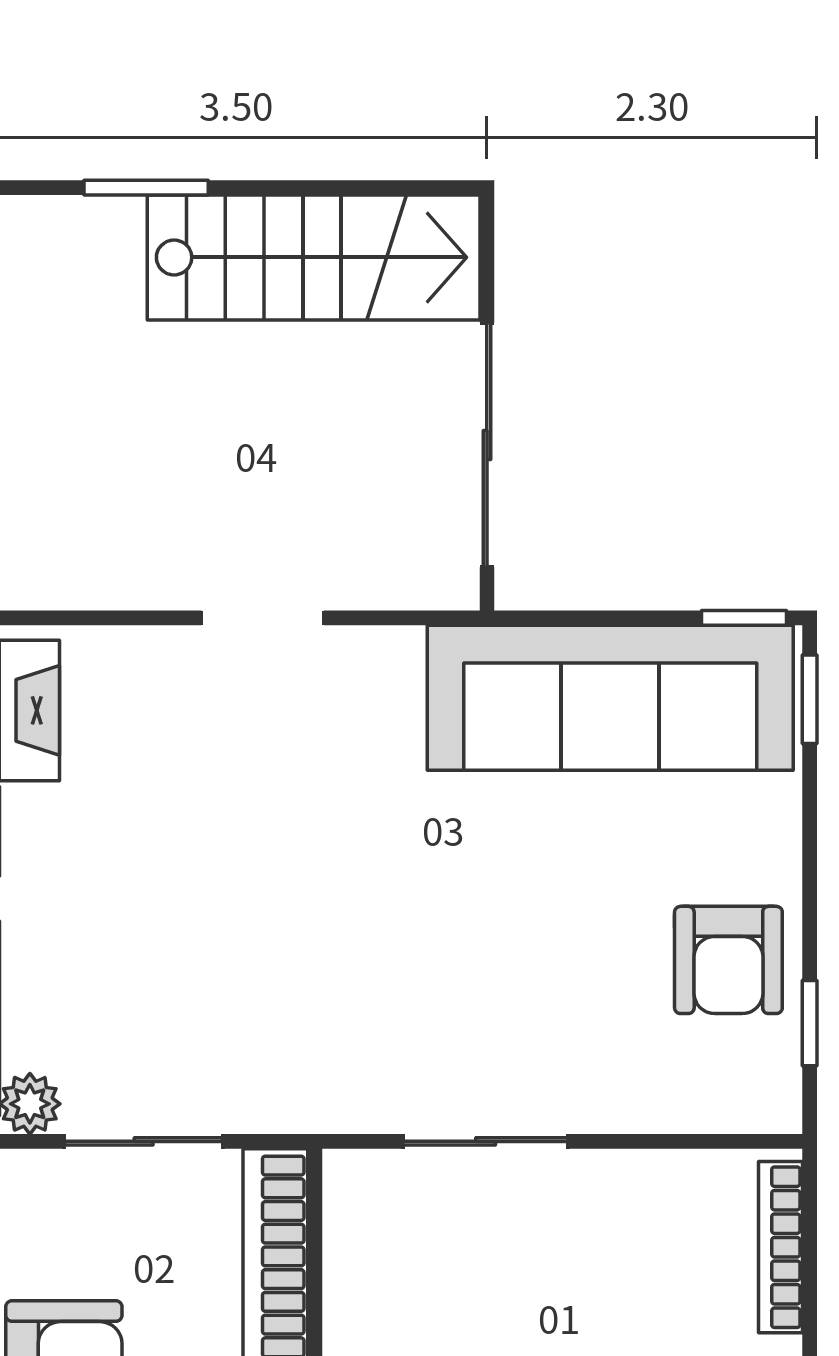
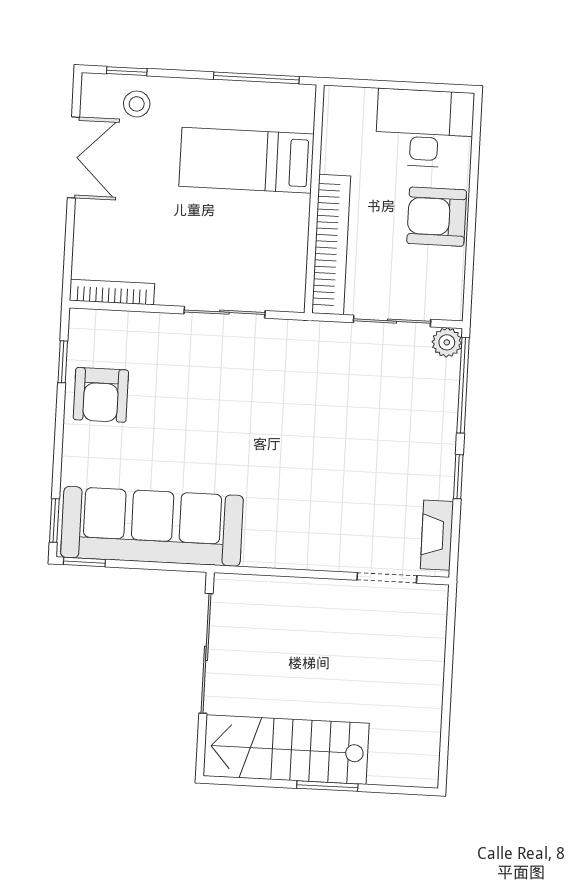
window: (146, 188) -> (327, 786), moved
doorway: (263, 618) -> (387, 578), moved
armchair: (728, 960) -> (101, 395), turned 180
bookcase: (781, 1247) -> (112, 292), moved, turned -90

